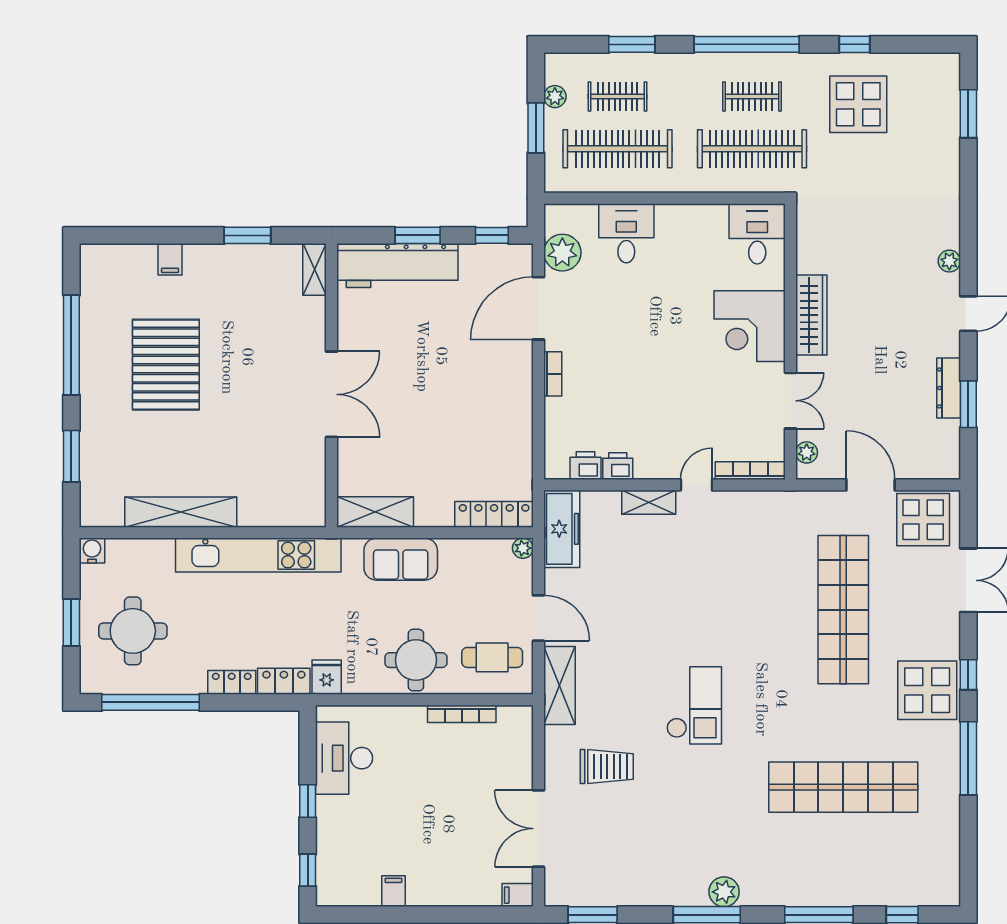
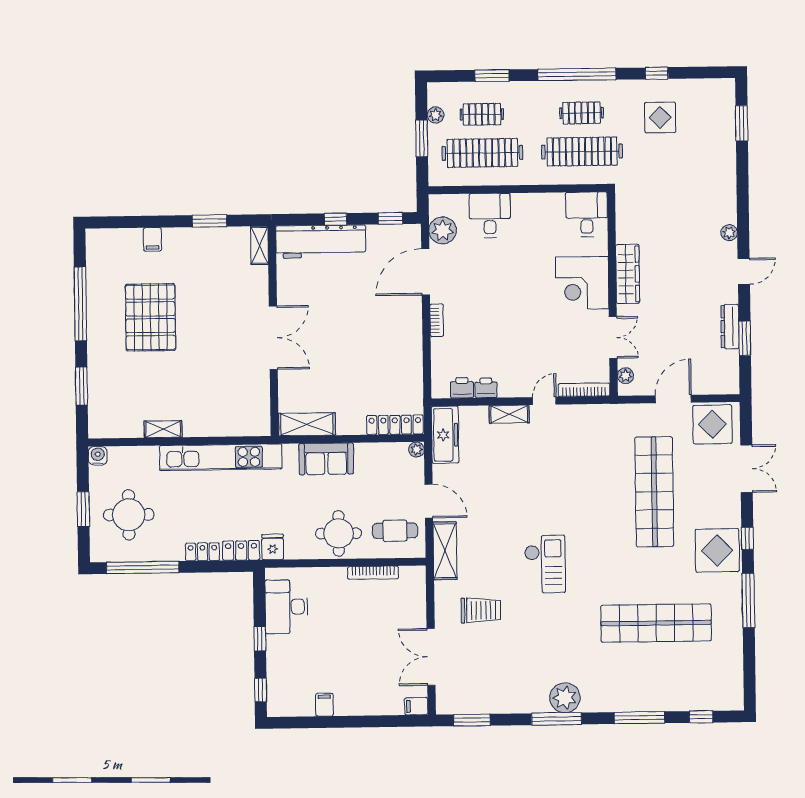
display table: (858, 104) -> (660, 118), width x0.73, depth x0.73
window: (418, 235) -> (335, 219), width x0.67
door: (871, 485) -> (673, 399), hinge flipped
shelving: (181, 512) -> (163, 429), width x0.45, depth x0.75
plant: (724, 892) -> (565, 698), width x1.36, depth x1.36

